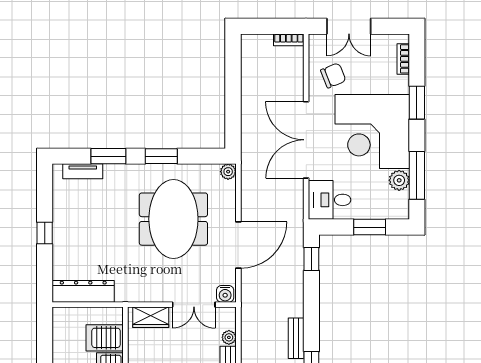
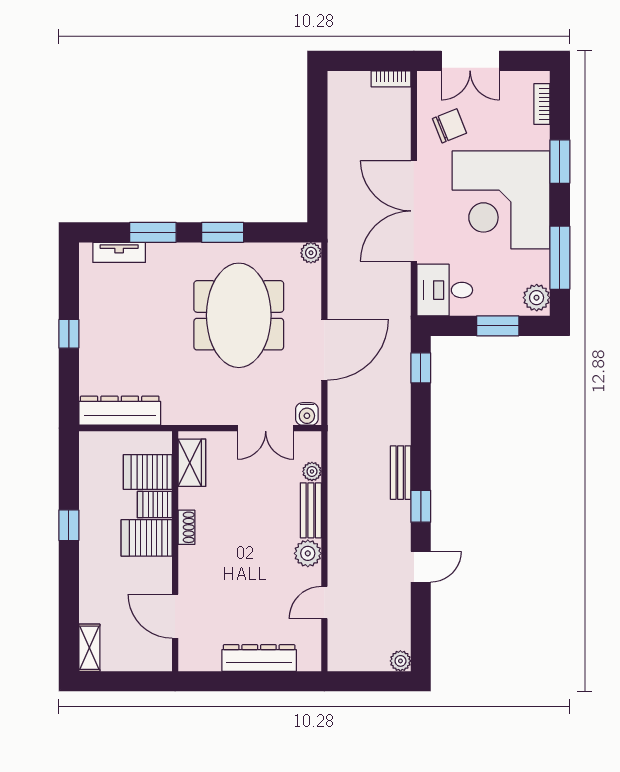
plant: (399, 180) -> (537, 298), moved
wardrobe: (151, 317) -> (192, 463), moved, turned -90

